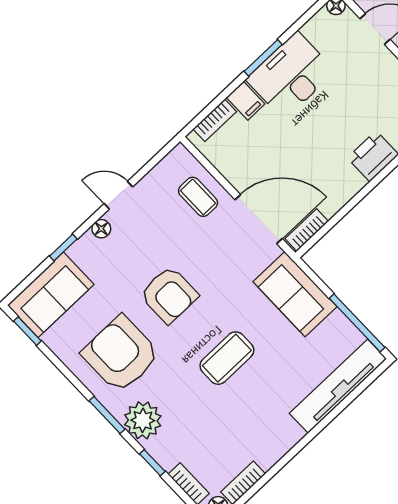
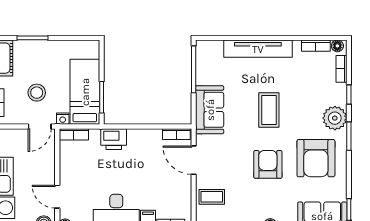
coffee table: (198, 197) -> (212, 197), turned 90
door: (259, 219) -> (194, 160), width x0.73
coffee table: (227, 358) -> (269, 110), turned 90
tv unit: (338, 386) -> (258, 49), moved

